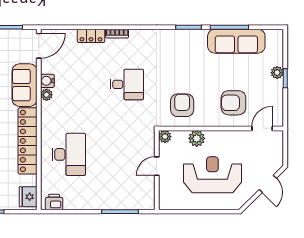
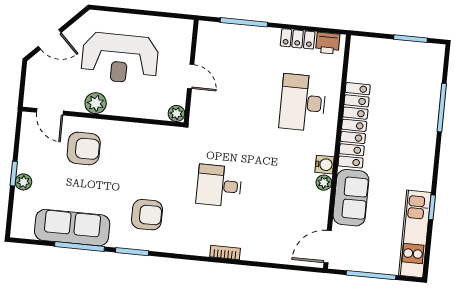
locker: (91, 36) -> (298, 39), moved, turned 180
water cooler: (47, 81) -> (325, 165), moved
armchair: (182, 105) -> (147, 215), moved, turned -90
door: (262, 128) -> (50, 112), hinge flipped
plant: (197, 138) -> (96, 103), moved
door: (157, 166) -> (191, 76), hinge flipped
door: (268, 184) -> (50, 39), swing flipped
fridge: (28, 197) -> (360, 53), removed

